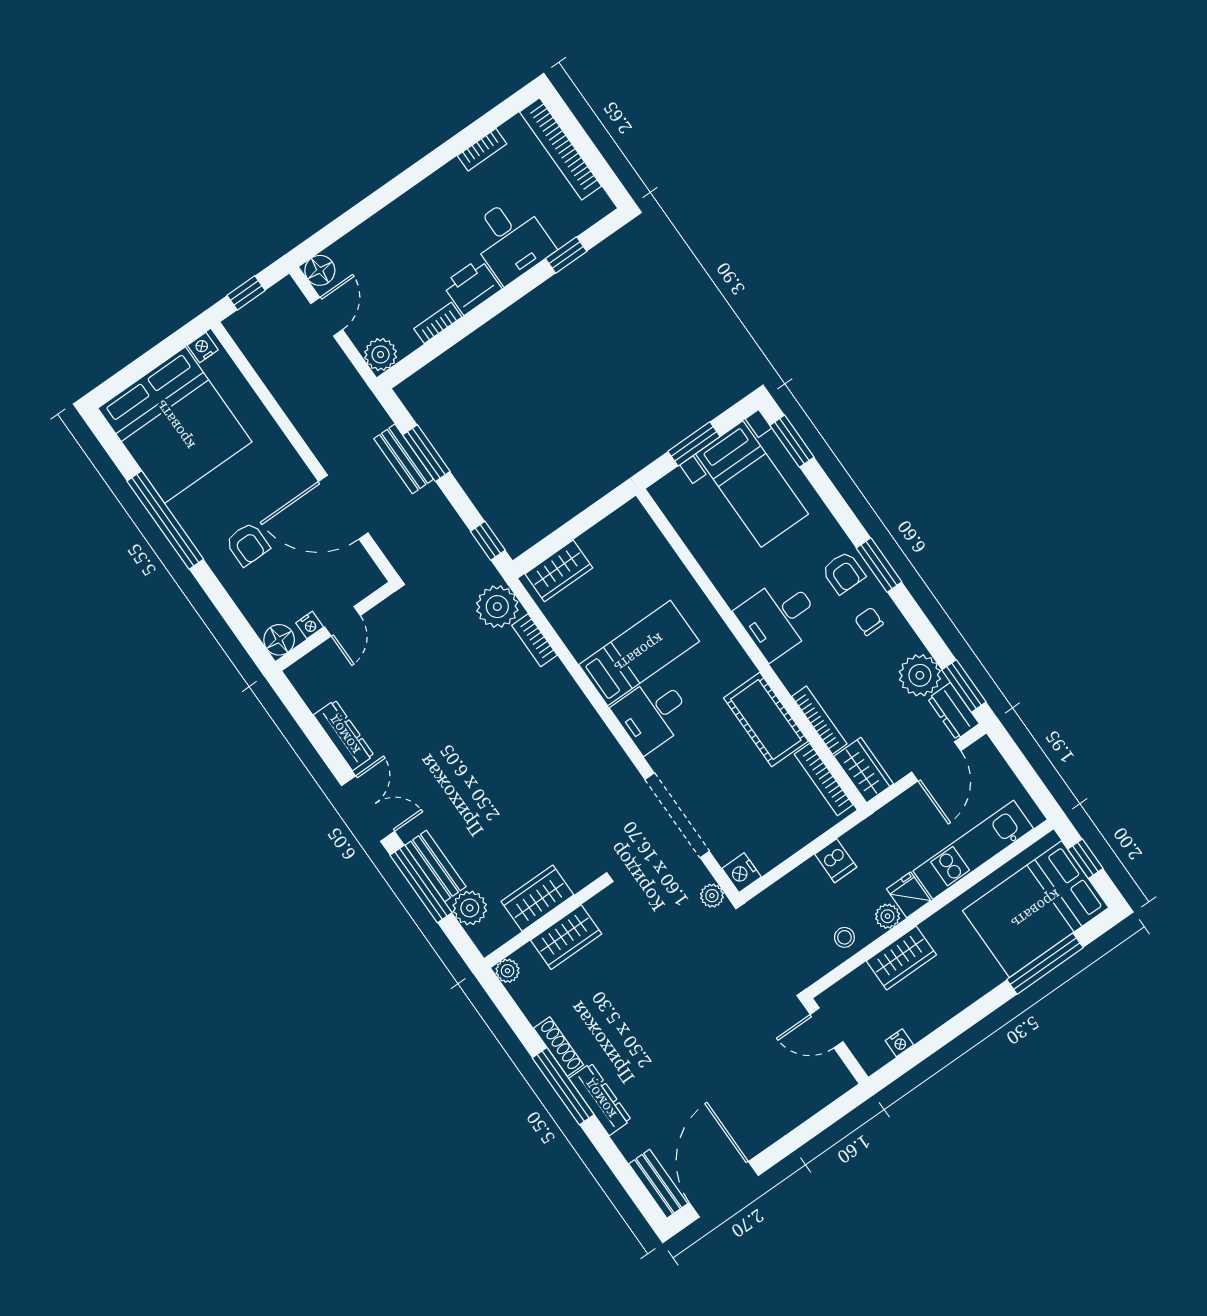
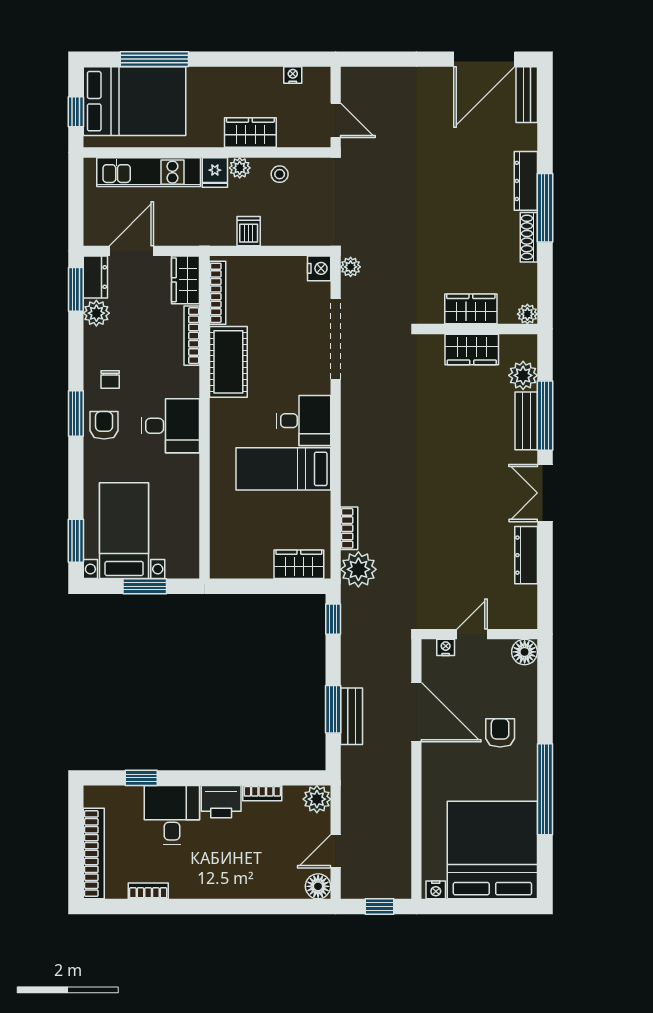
nightstand: (310, 625) -> (446, 647), moved
plant: (920, 675) -> (96, 313), width x0.73, depth x0.73

